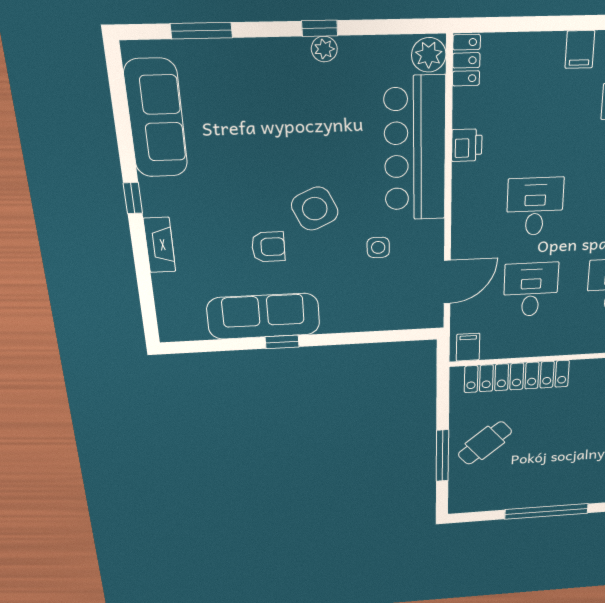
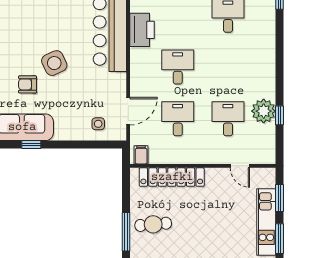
printer: (467, 145) -> (142, 30), width x1.87, depth x1.48
armchair: (268, 247) -> (27, 84), turned 180
side table: (378, 247) -> (98, 124), moved
cafe table: (485, 443) -> (153, 224), turned 35

